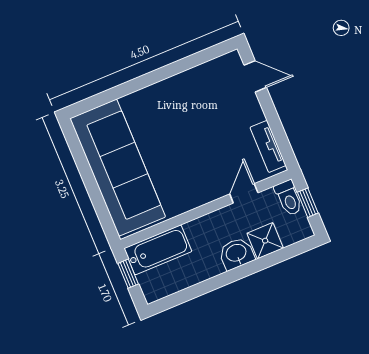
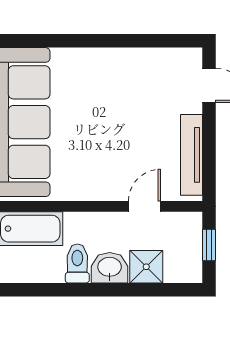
tv unit: (268, 146) -> (191, 155), width x1.41
toilet: (289, 198) -> (77, 263), moved, turned 180

